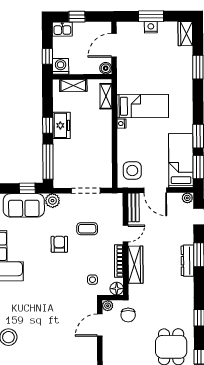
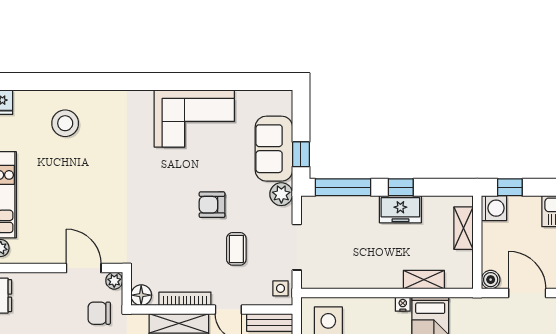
shelving: (106, 96) -> (424, 280), moved
armchair: (59, 244) -> (212, 205), turned 180
side table: (92, 280) -> (280, 288), moved

